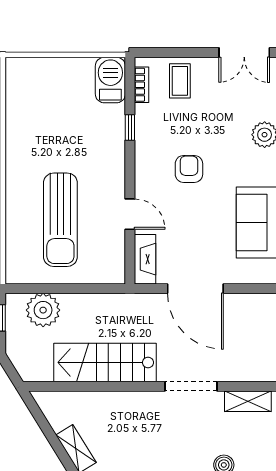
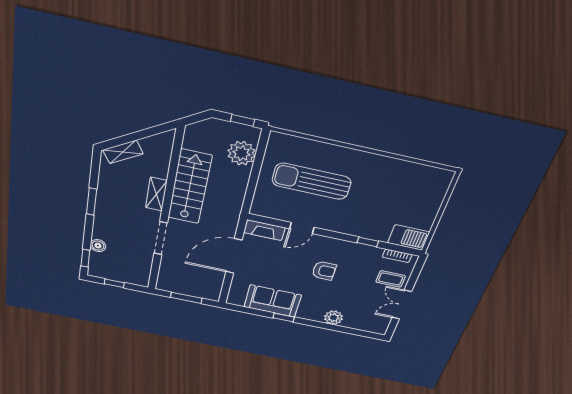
double door: (244, 53) -> (402, 305), moved
shelving: (248, 401) -> (156, 194), moved

